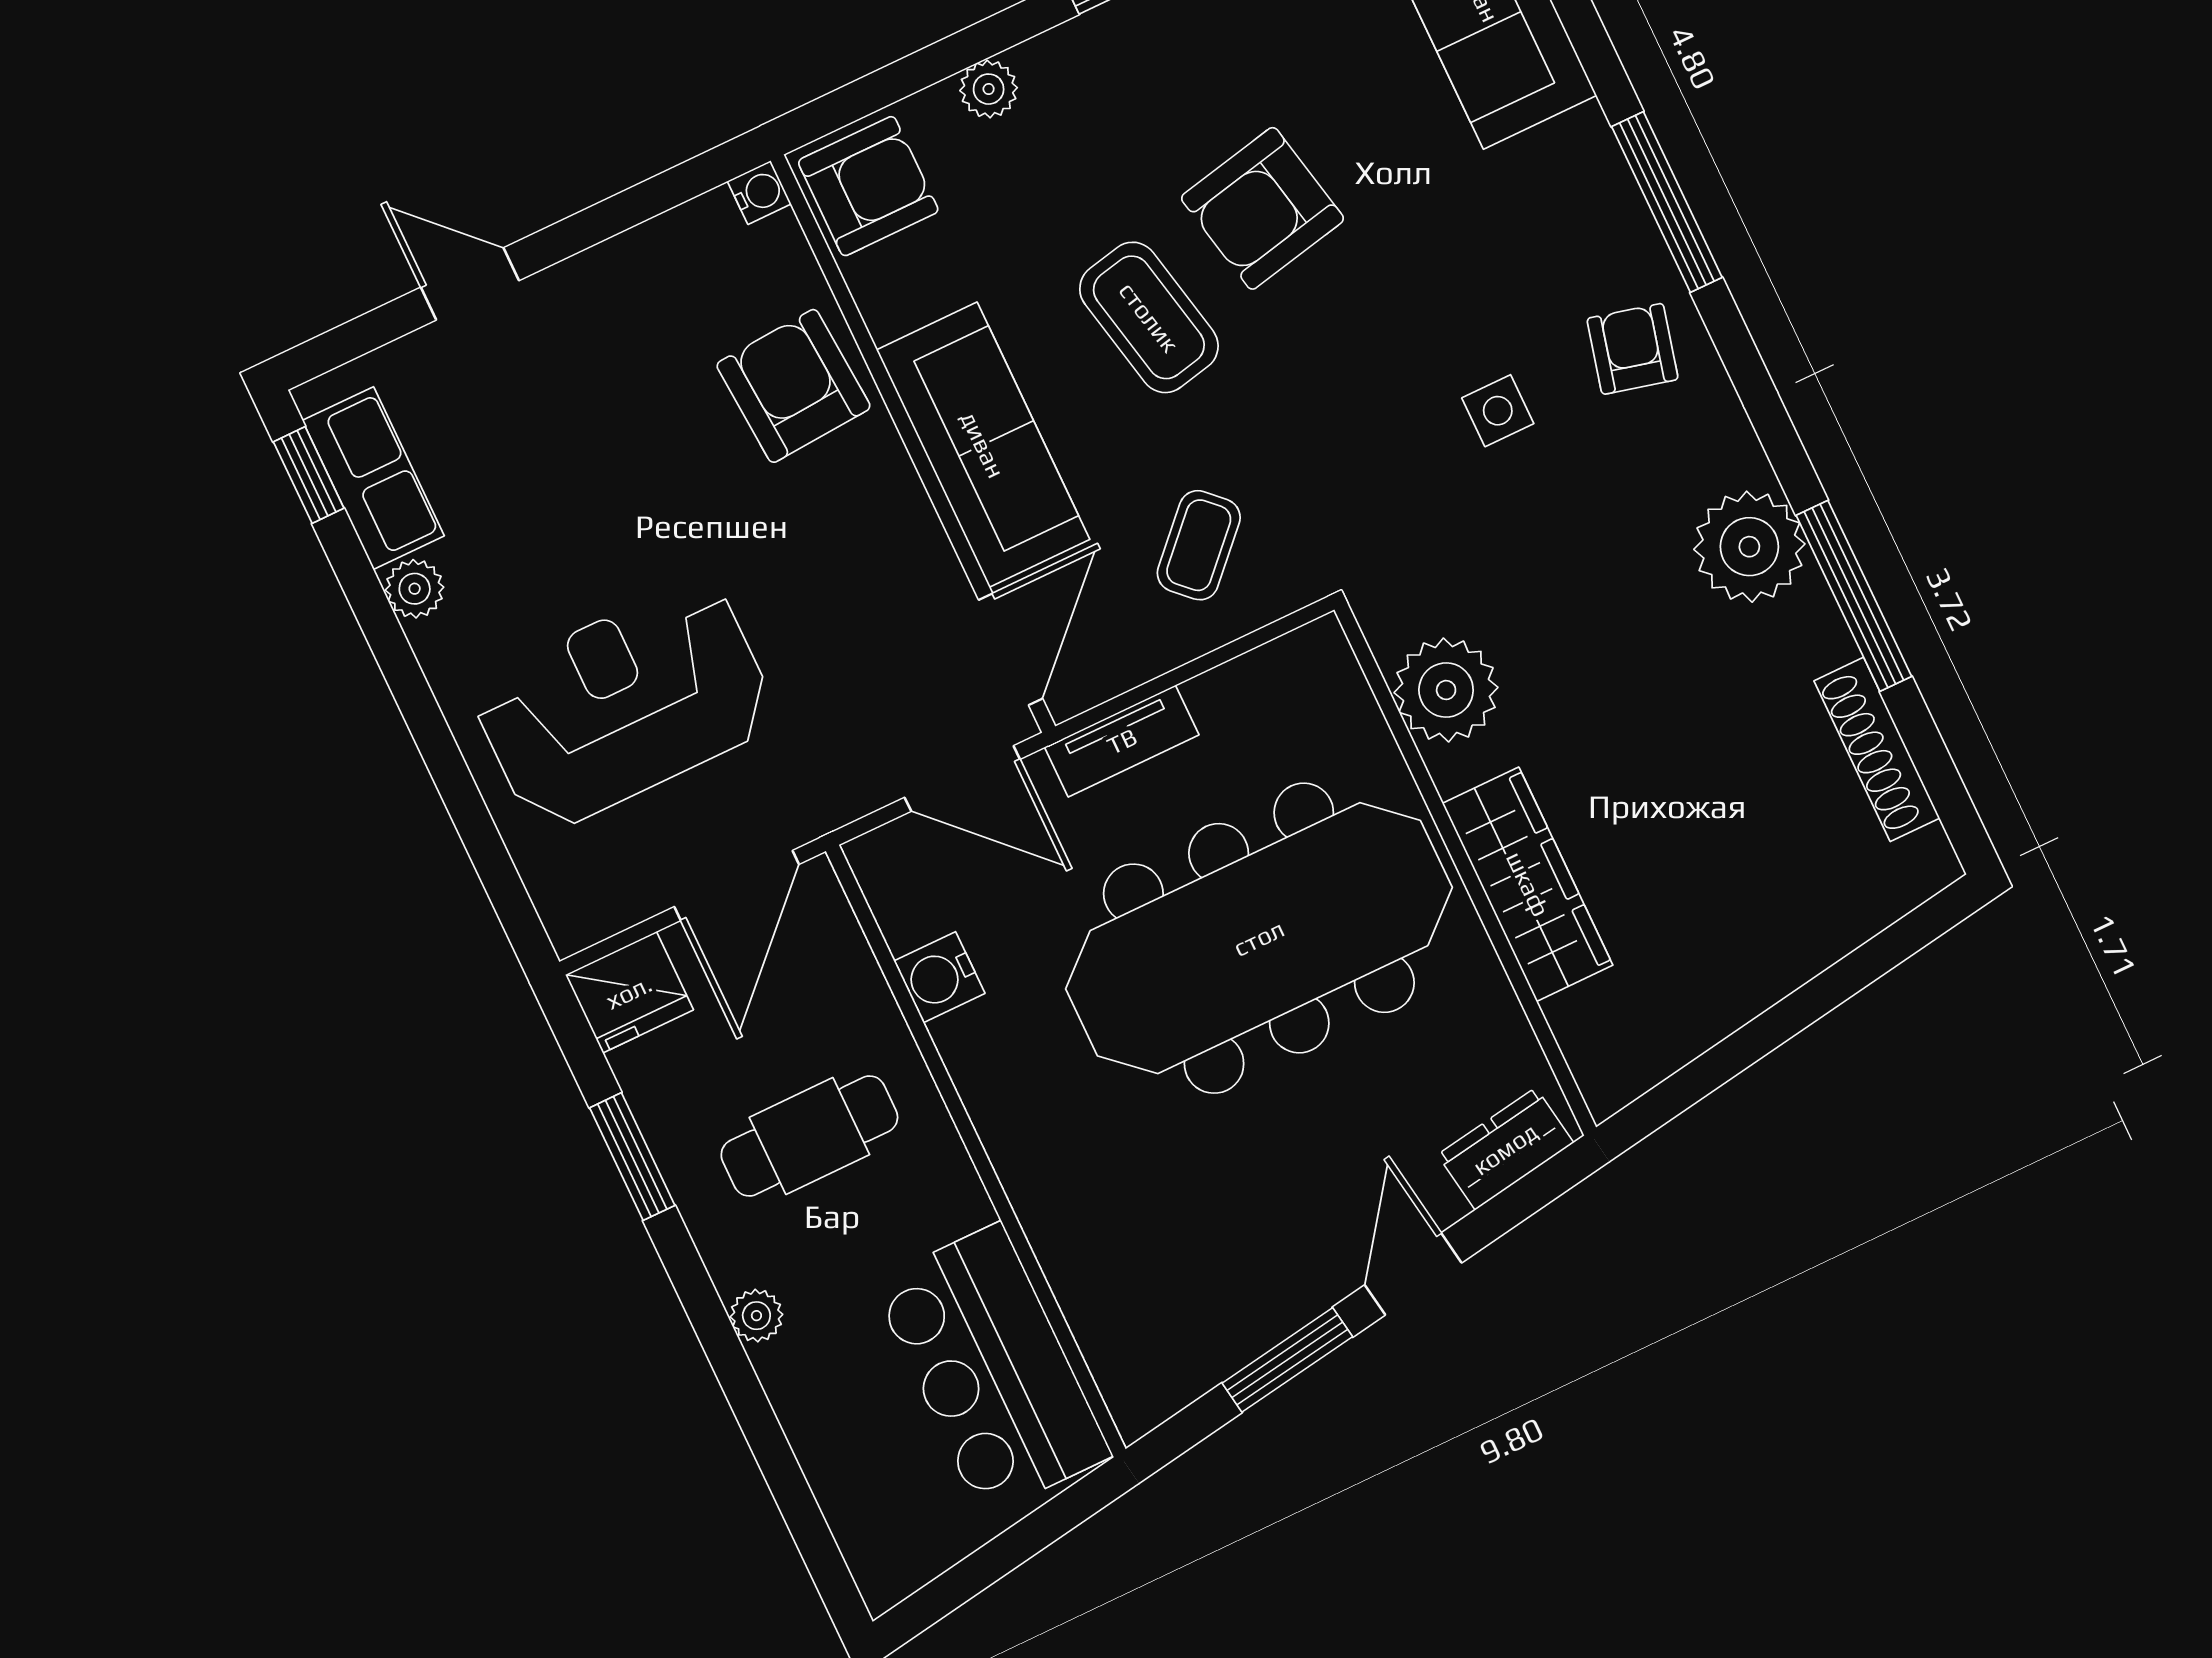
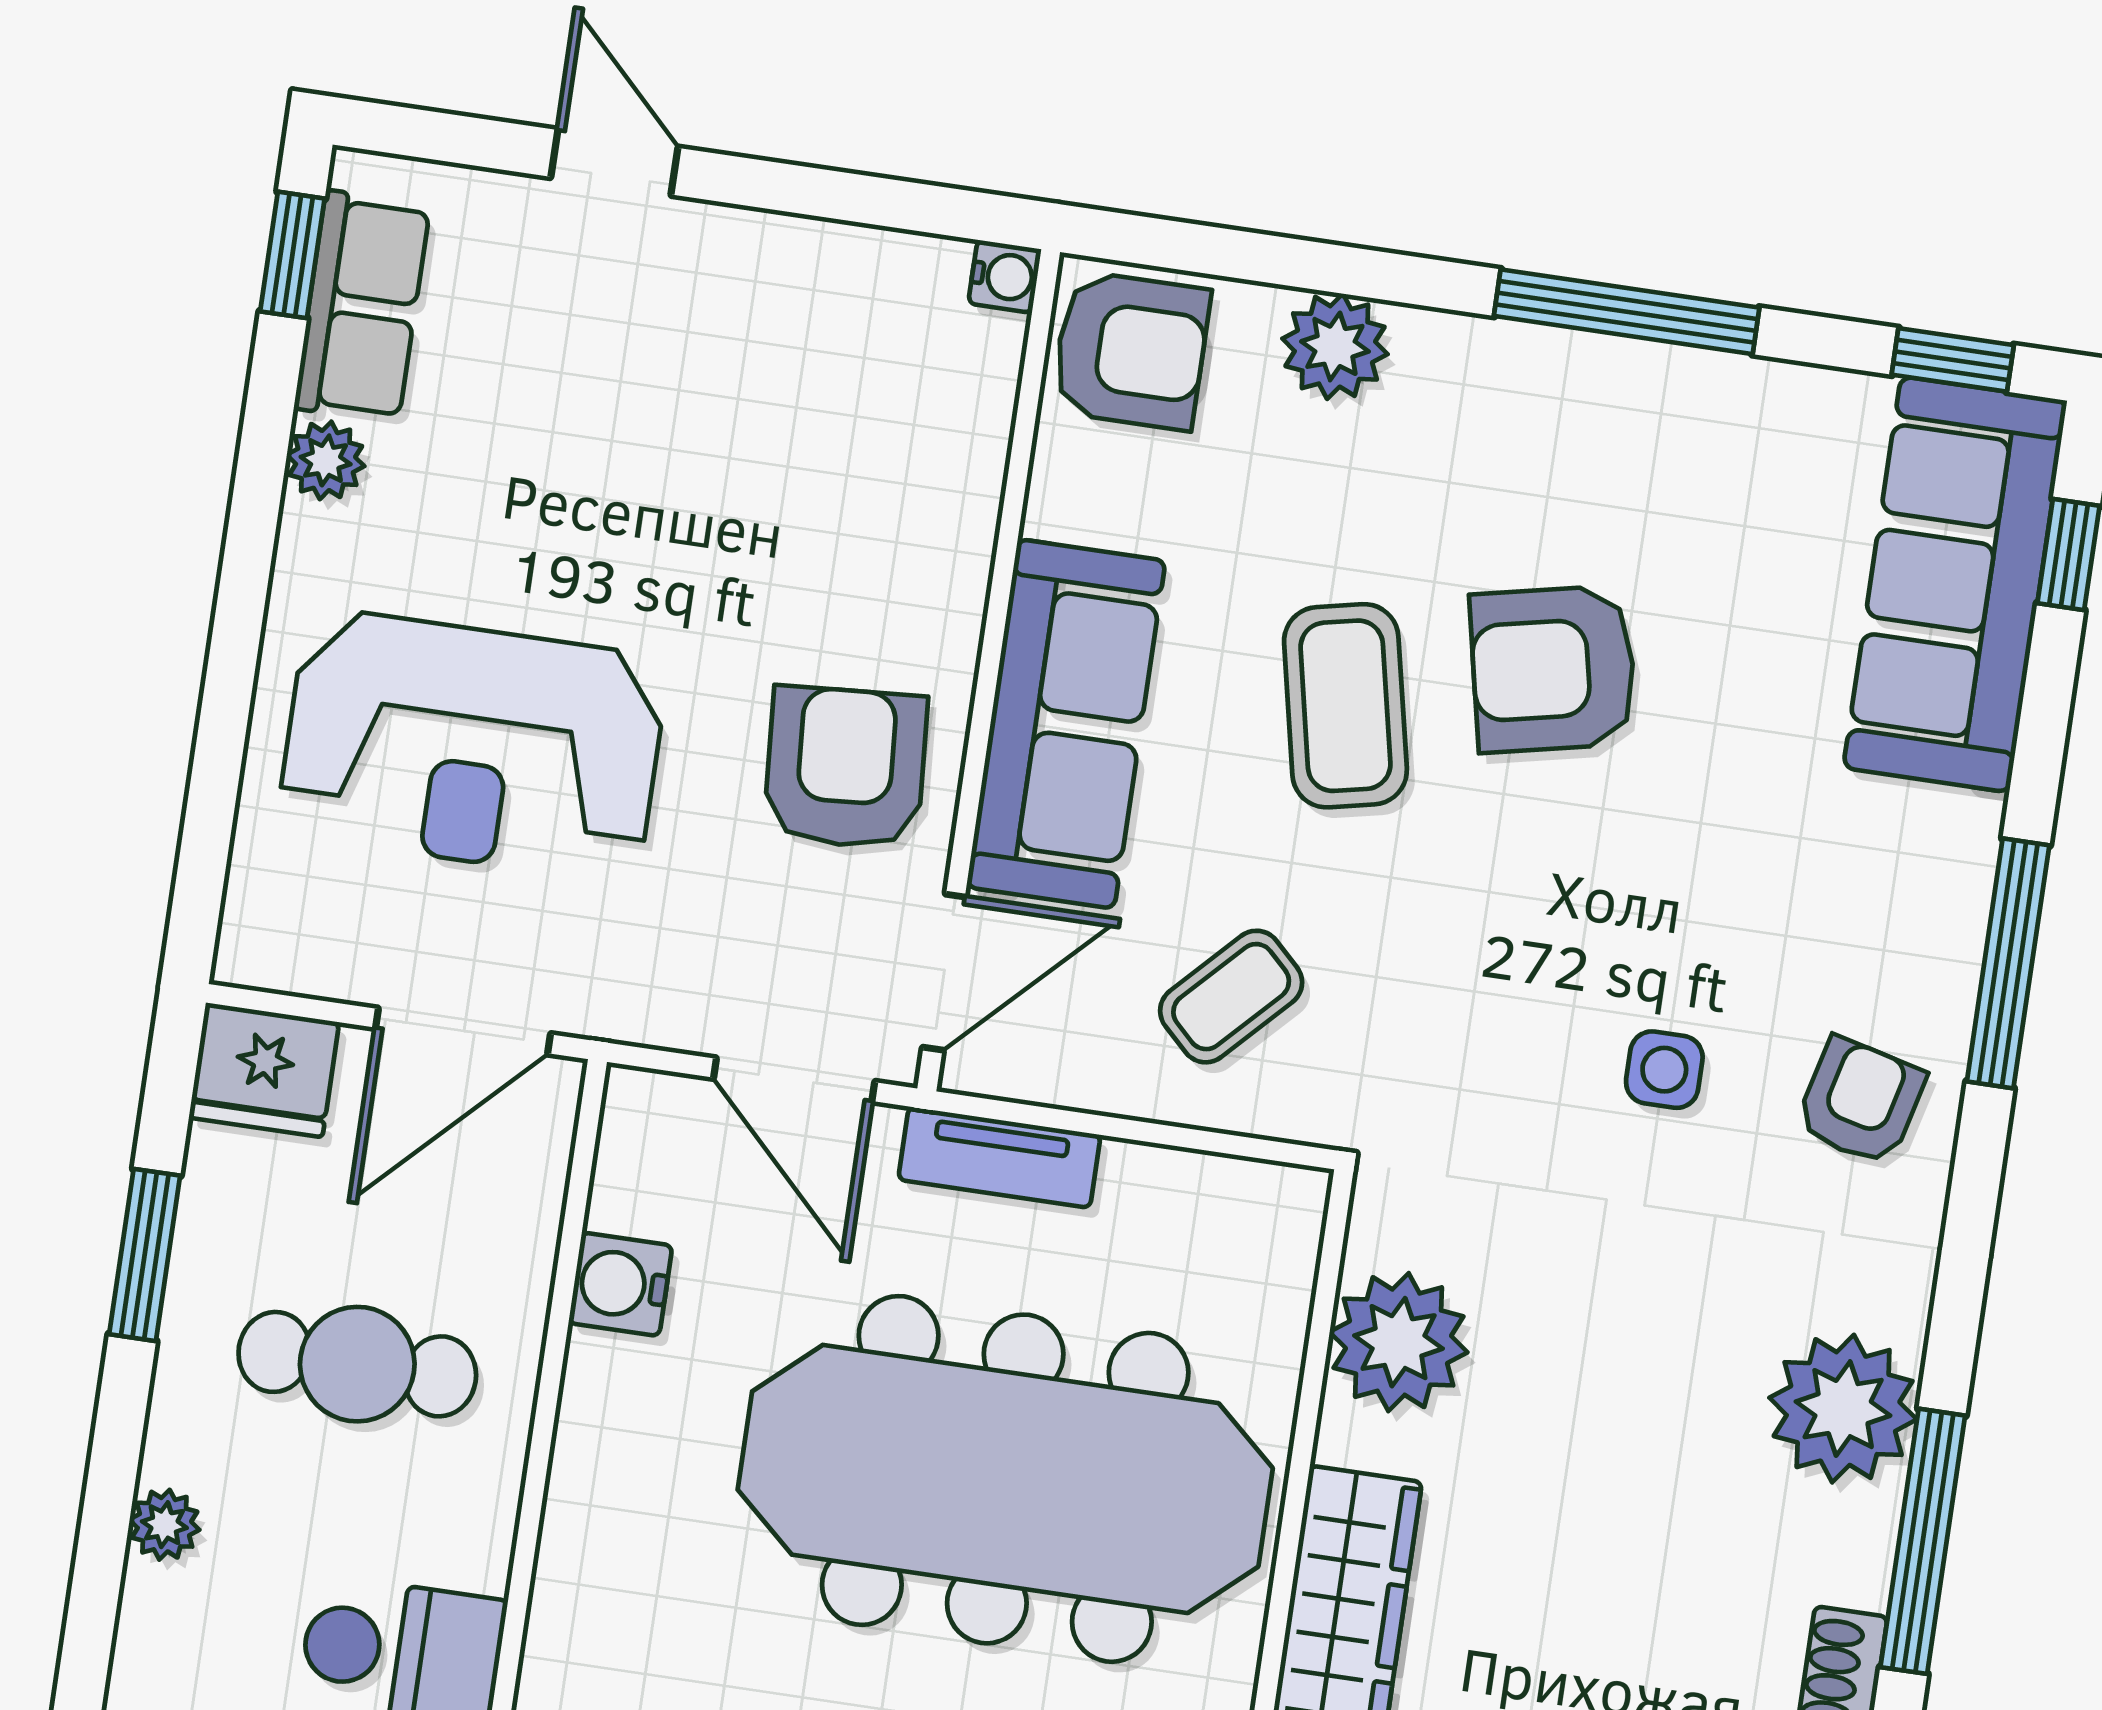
plant: (989, 89) -> (1335, 346), width x1.38, depth x1.38
armchair: (793, 386) -> (845, 768), moved
reception desk: (624, 704) -> (473, 745), turned 180

